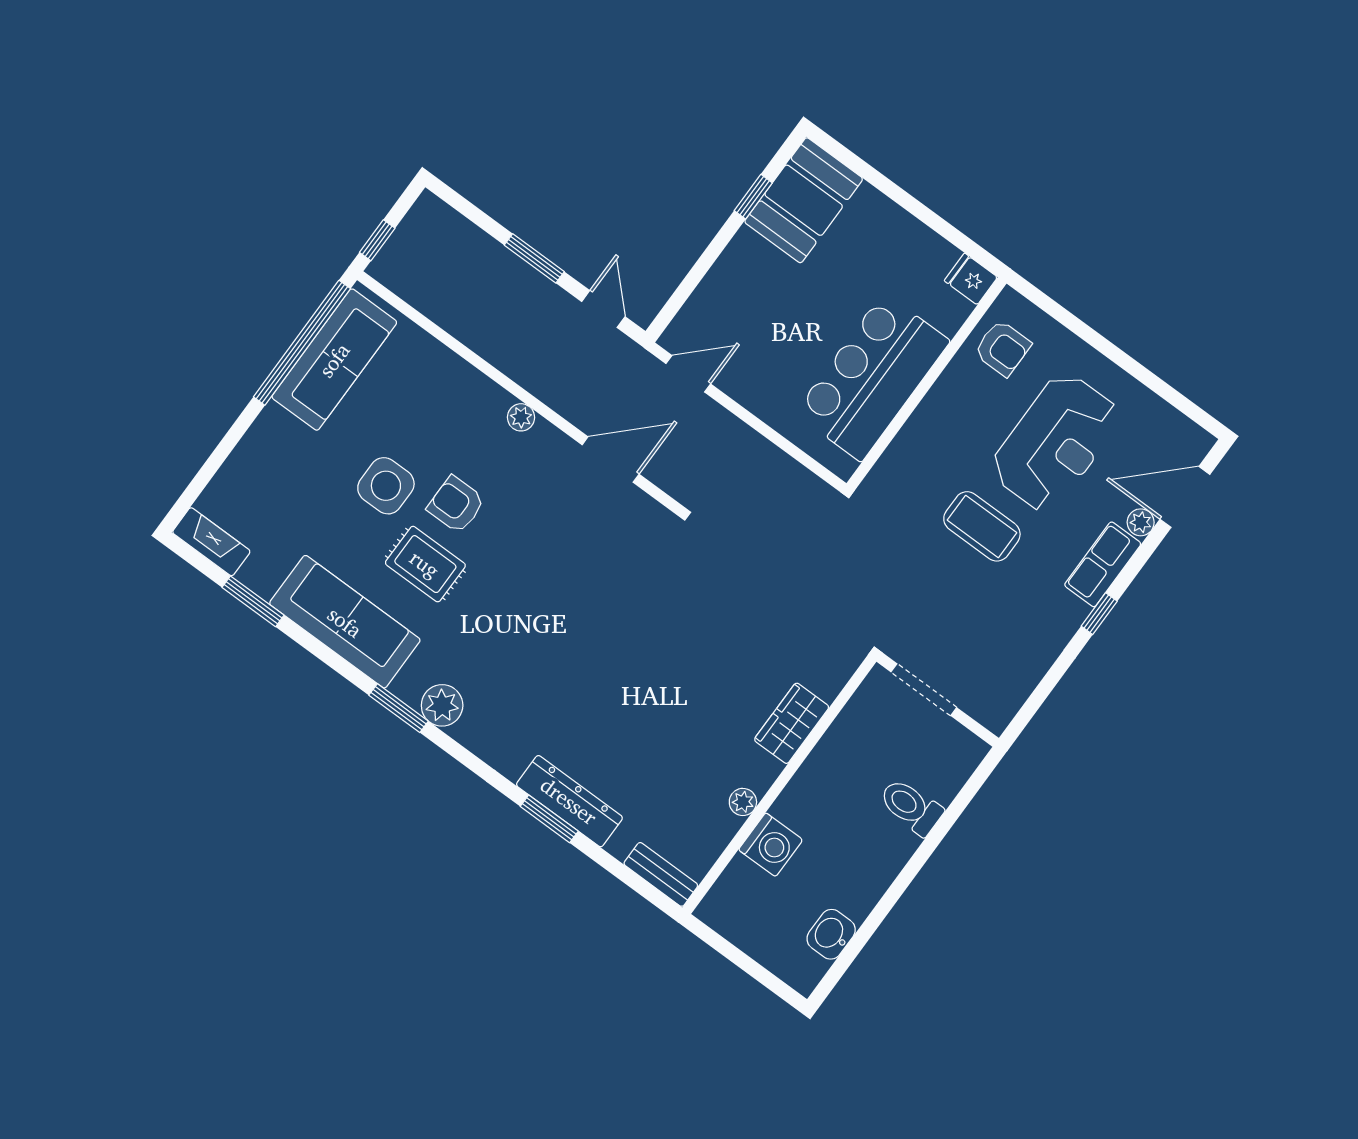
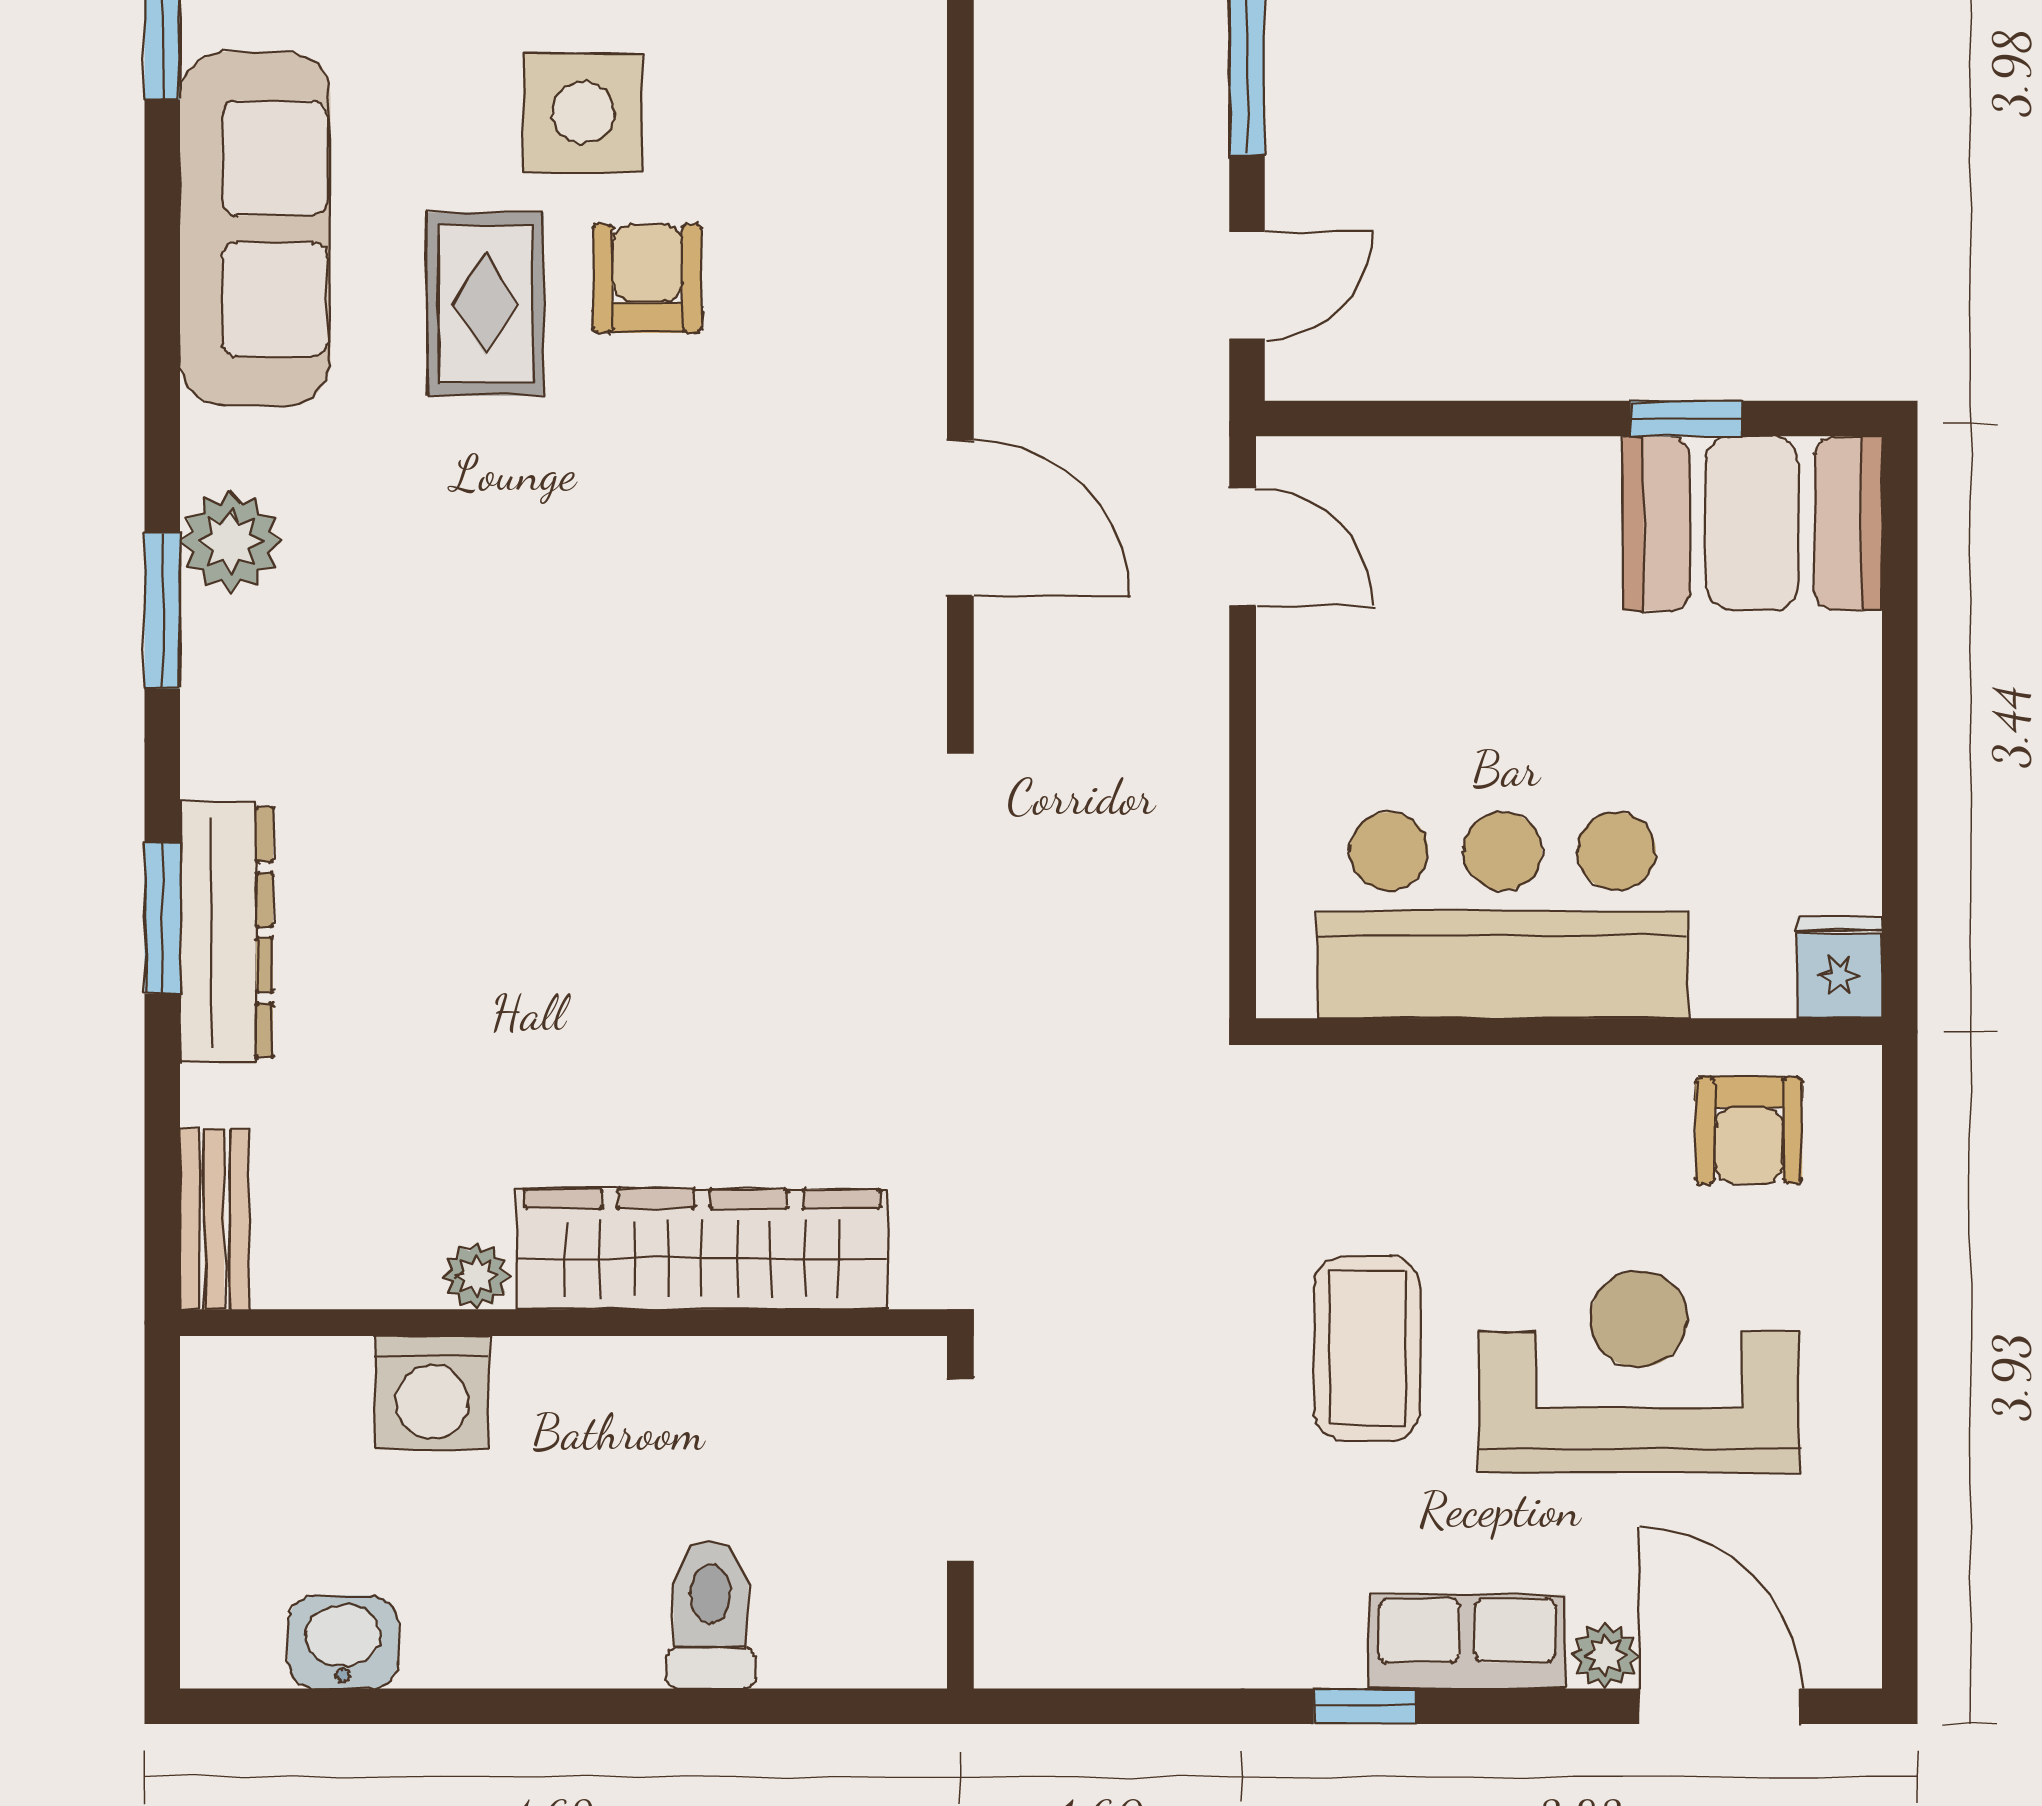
plant: (521, 417) -> (914, 280), removed
reception desk: (1055, 443) -> (1639, 1372), turned 180
window: (399, 708) -> (162, 611), moved
wardrobe: (792, 723) -> (702, 1249), width x2.10, depth x1.17

